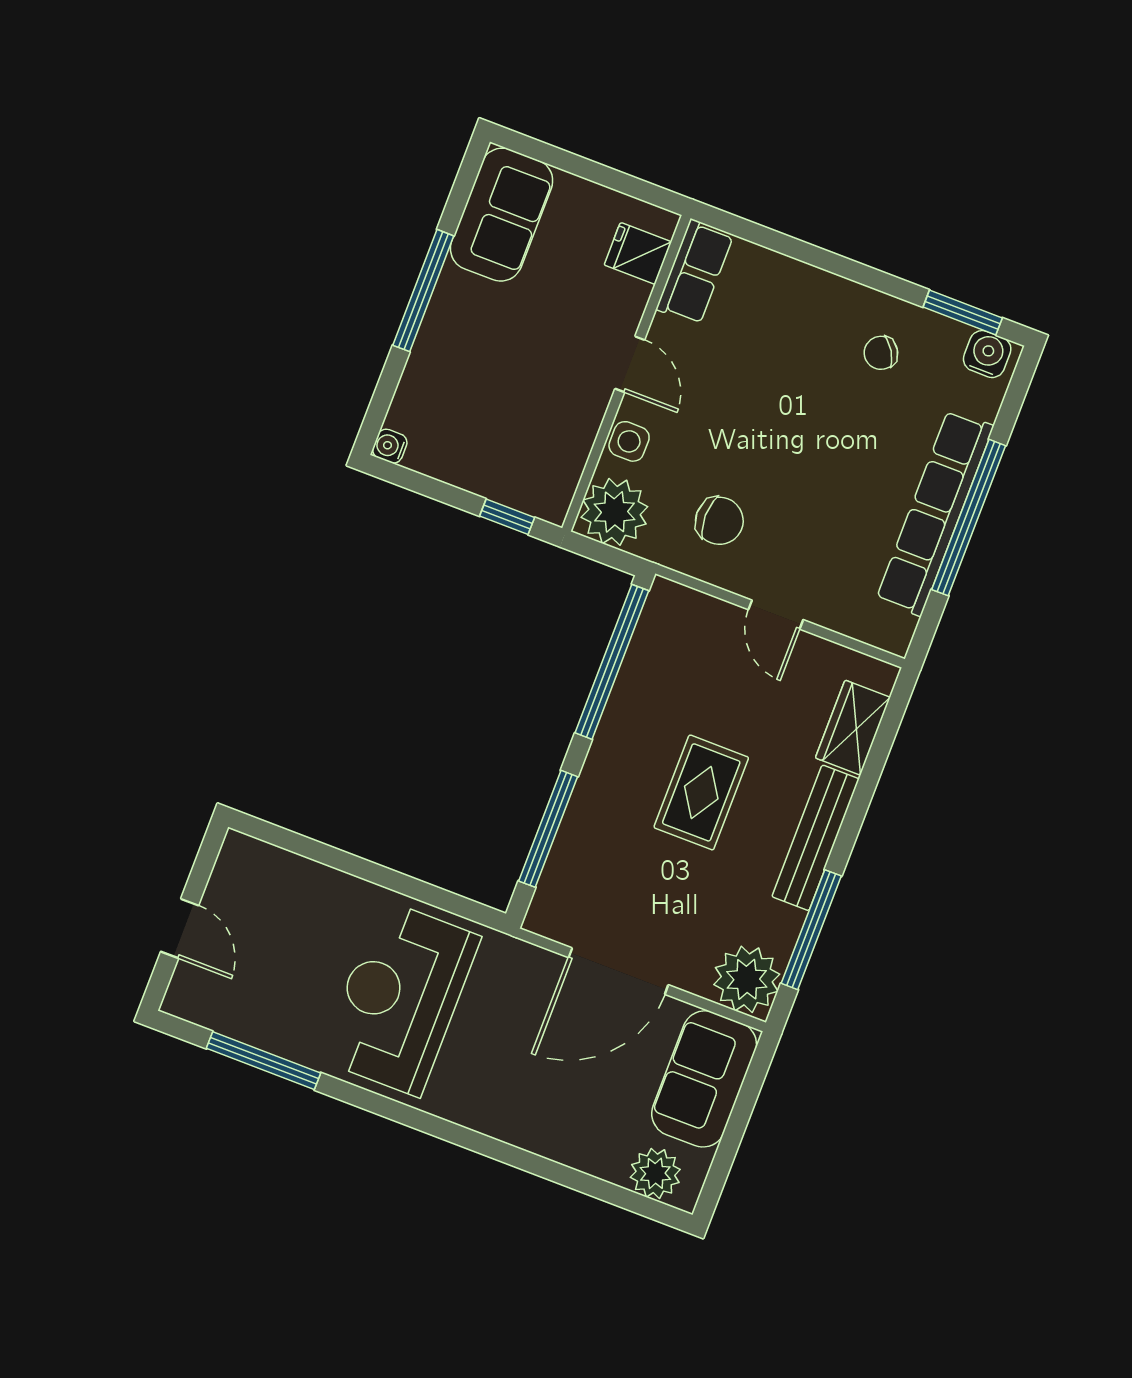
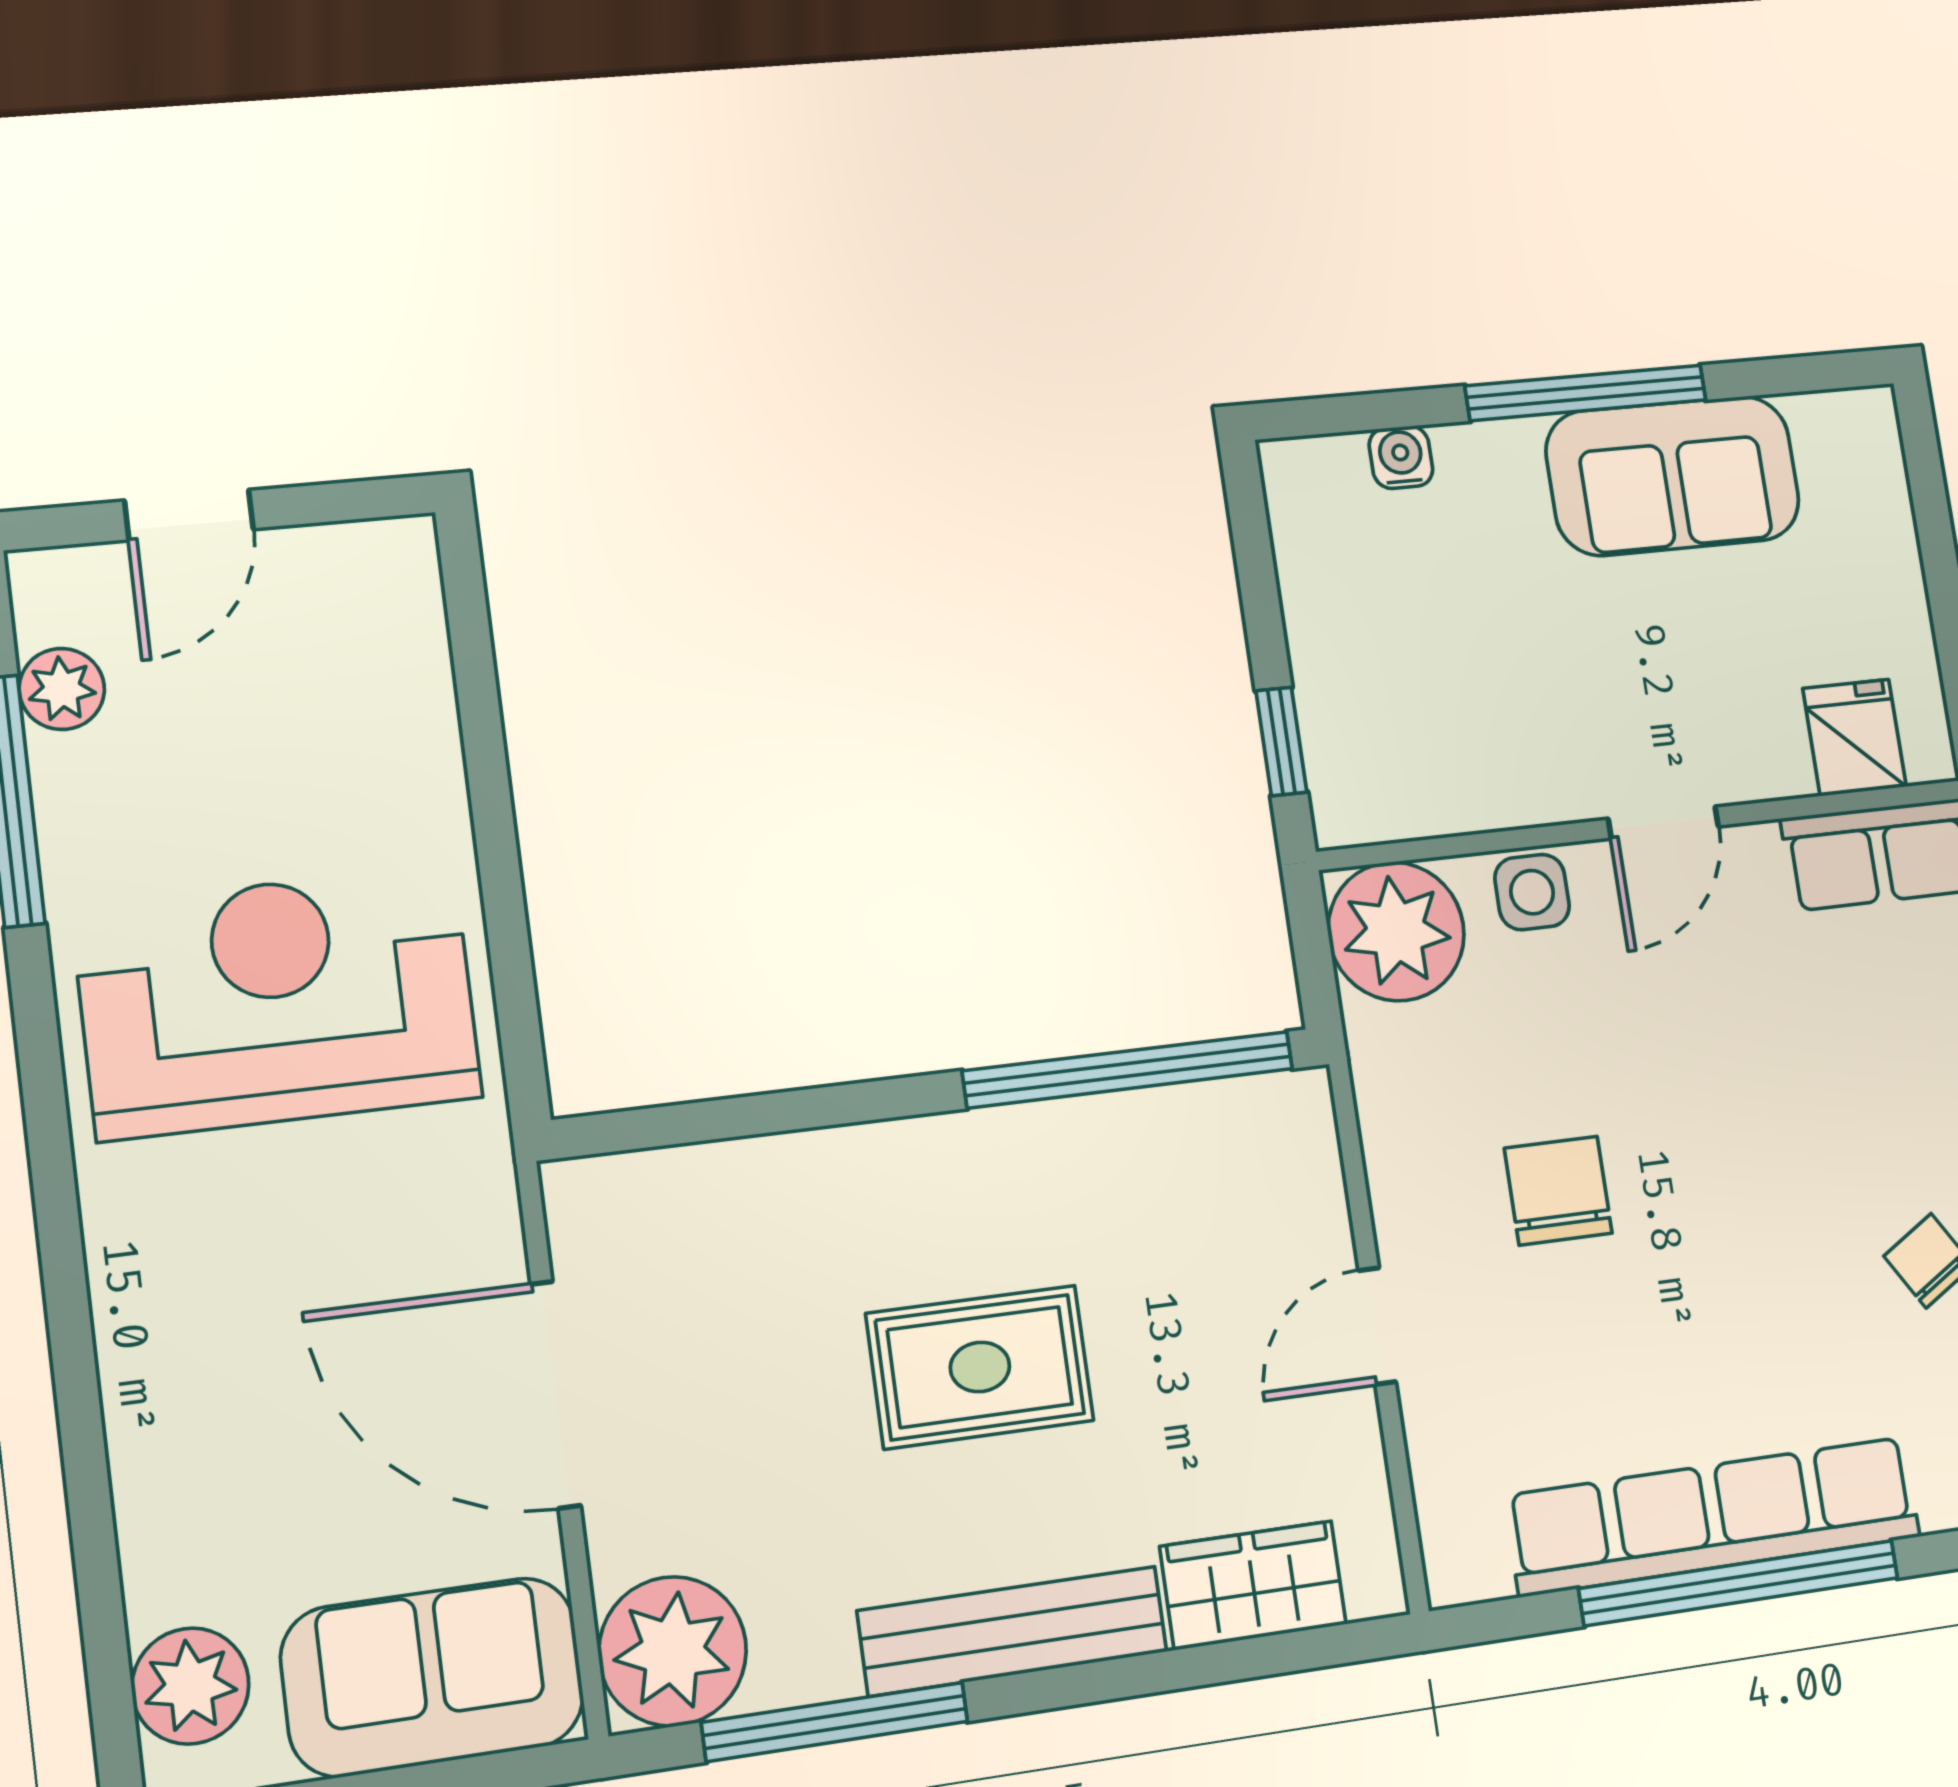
sofa: (502, 215) -> (1673, 476), moved
water cooler: (390, 446) -> (1401, 457), moved
chair: (719, 521) -> (1558, 1191), moved, turned 180
window: (548, 829) -> (756, 1115), removed
plant: (227, 1017) -> (62, 689), added

